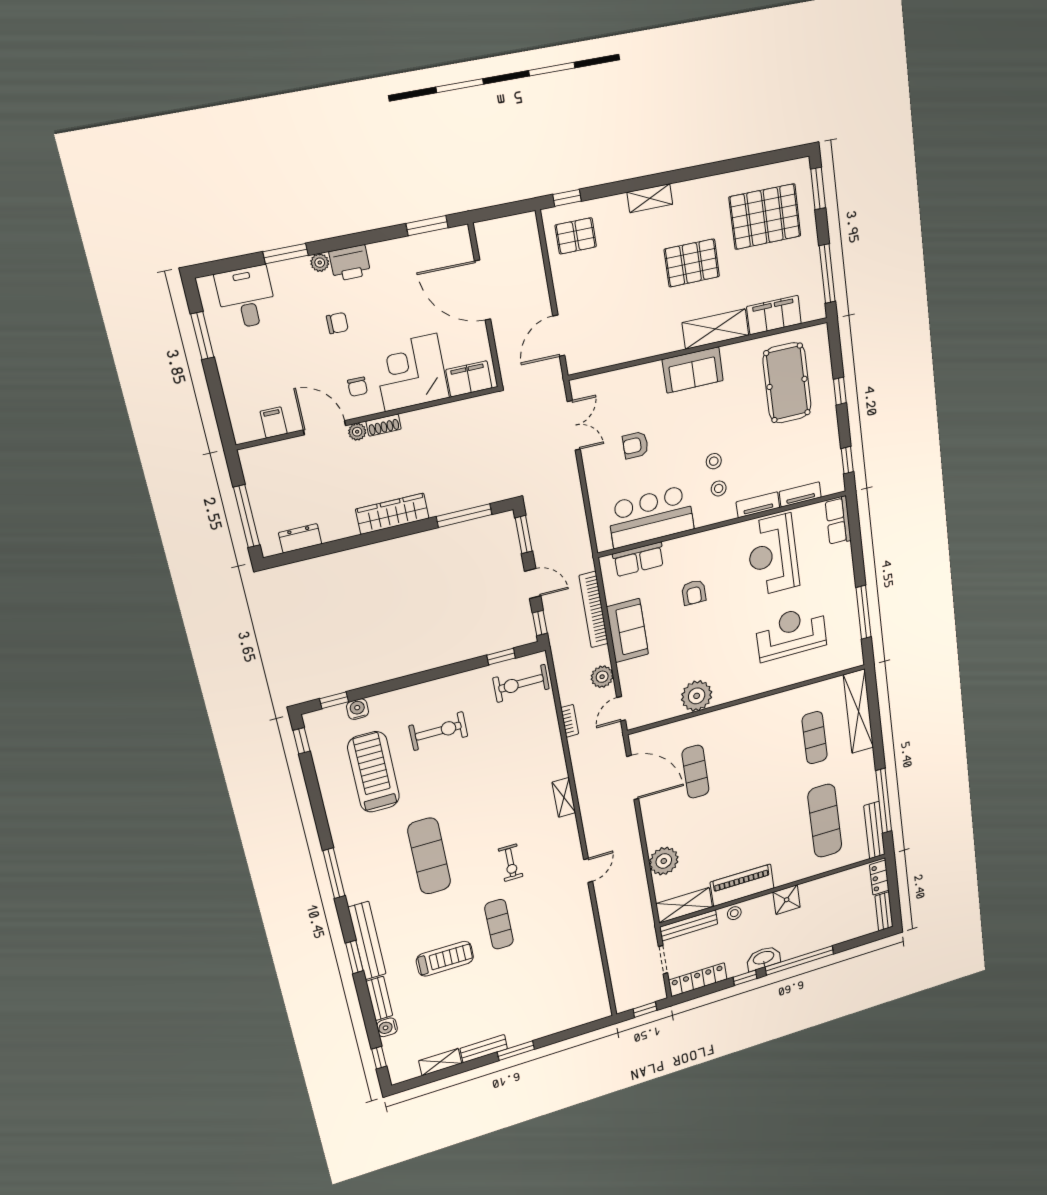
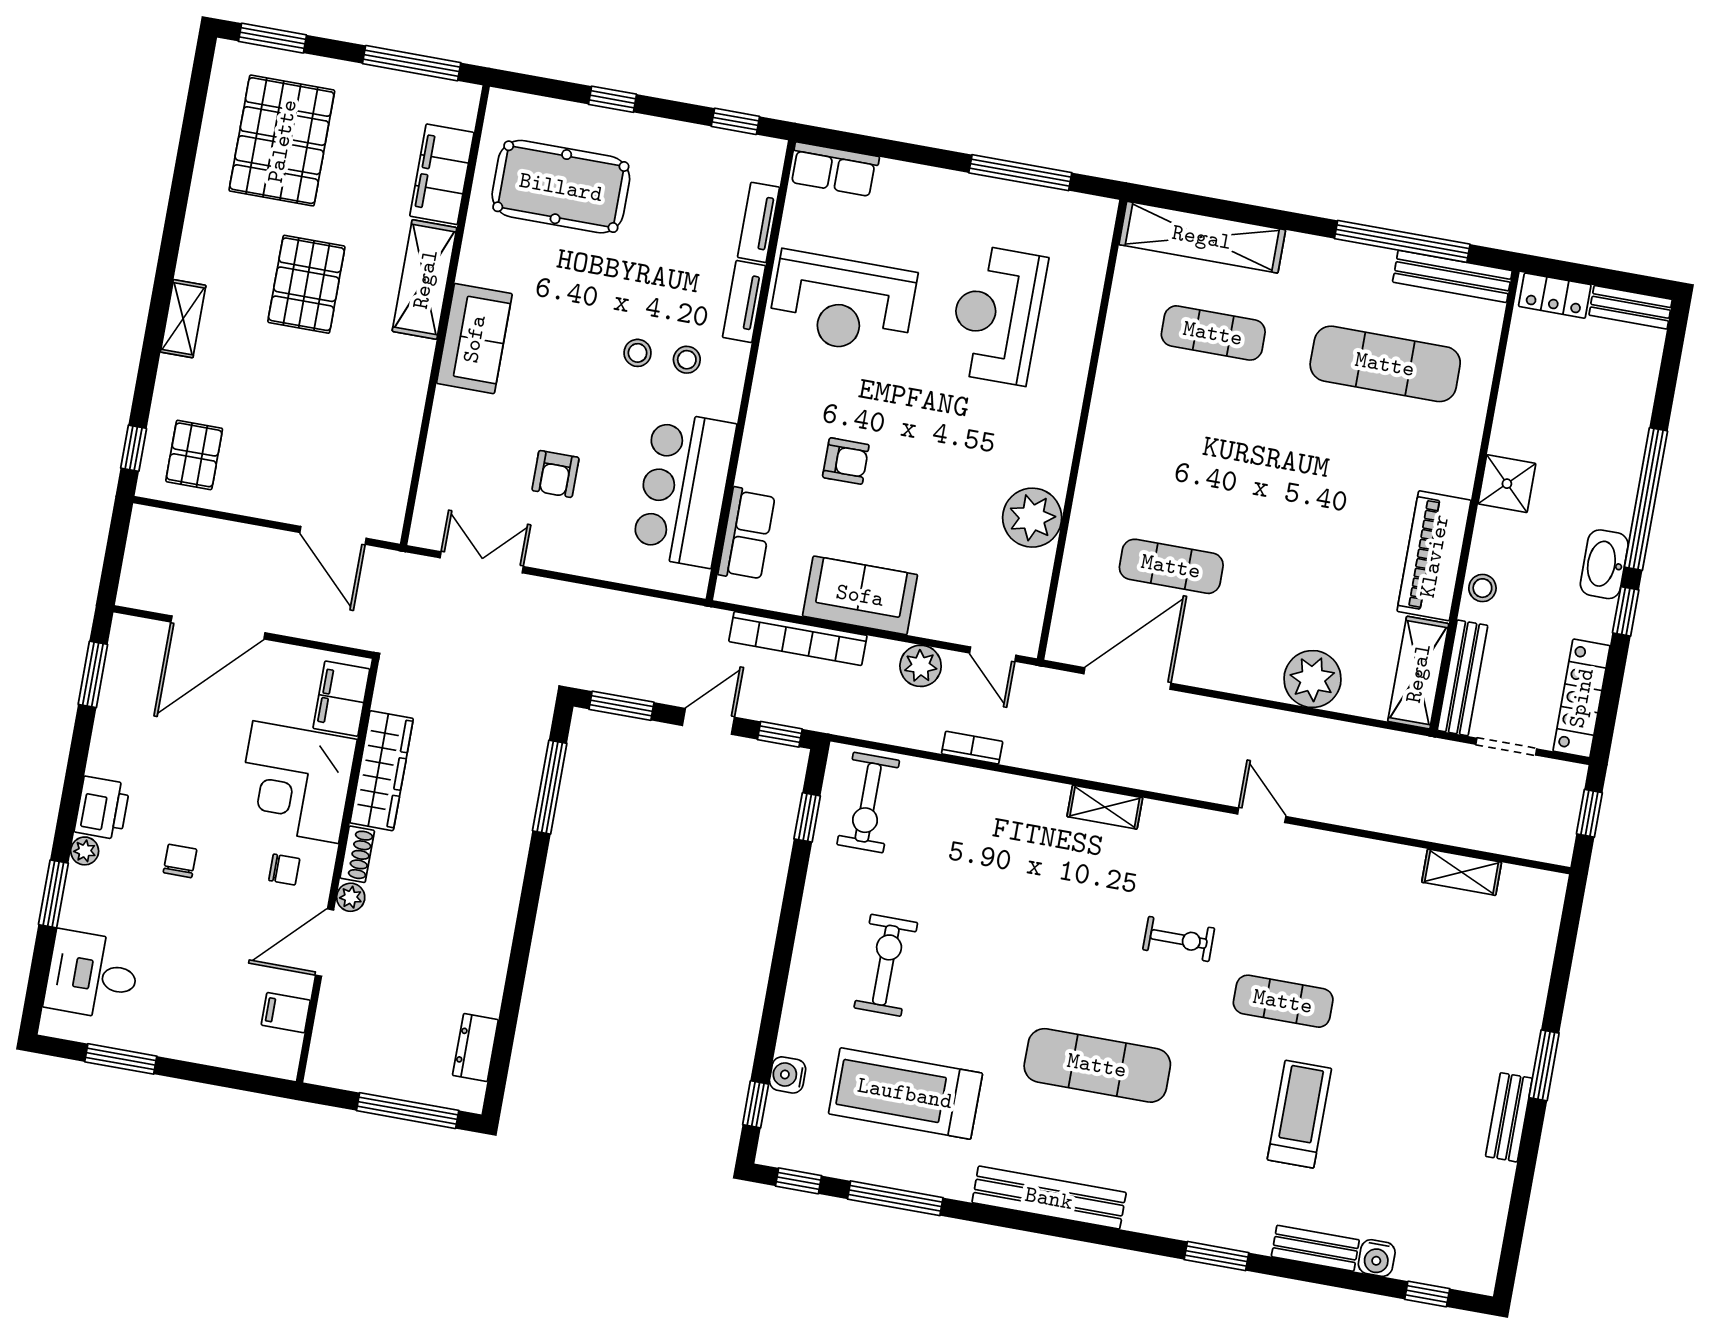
wardrobe: (392, 514) -> (382, 771), moved, turned 180
window: (334, 873) -> (895, 1198), moved
bench: (367, 941) -> (1049, 1198), moved
shelving: (440, 1062) -> (1462, 872), moved, turned 90

